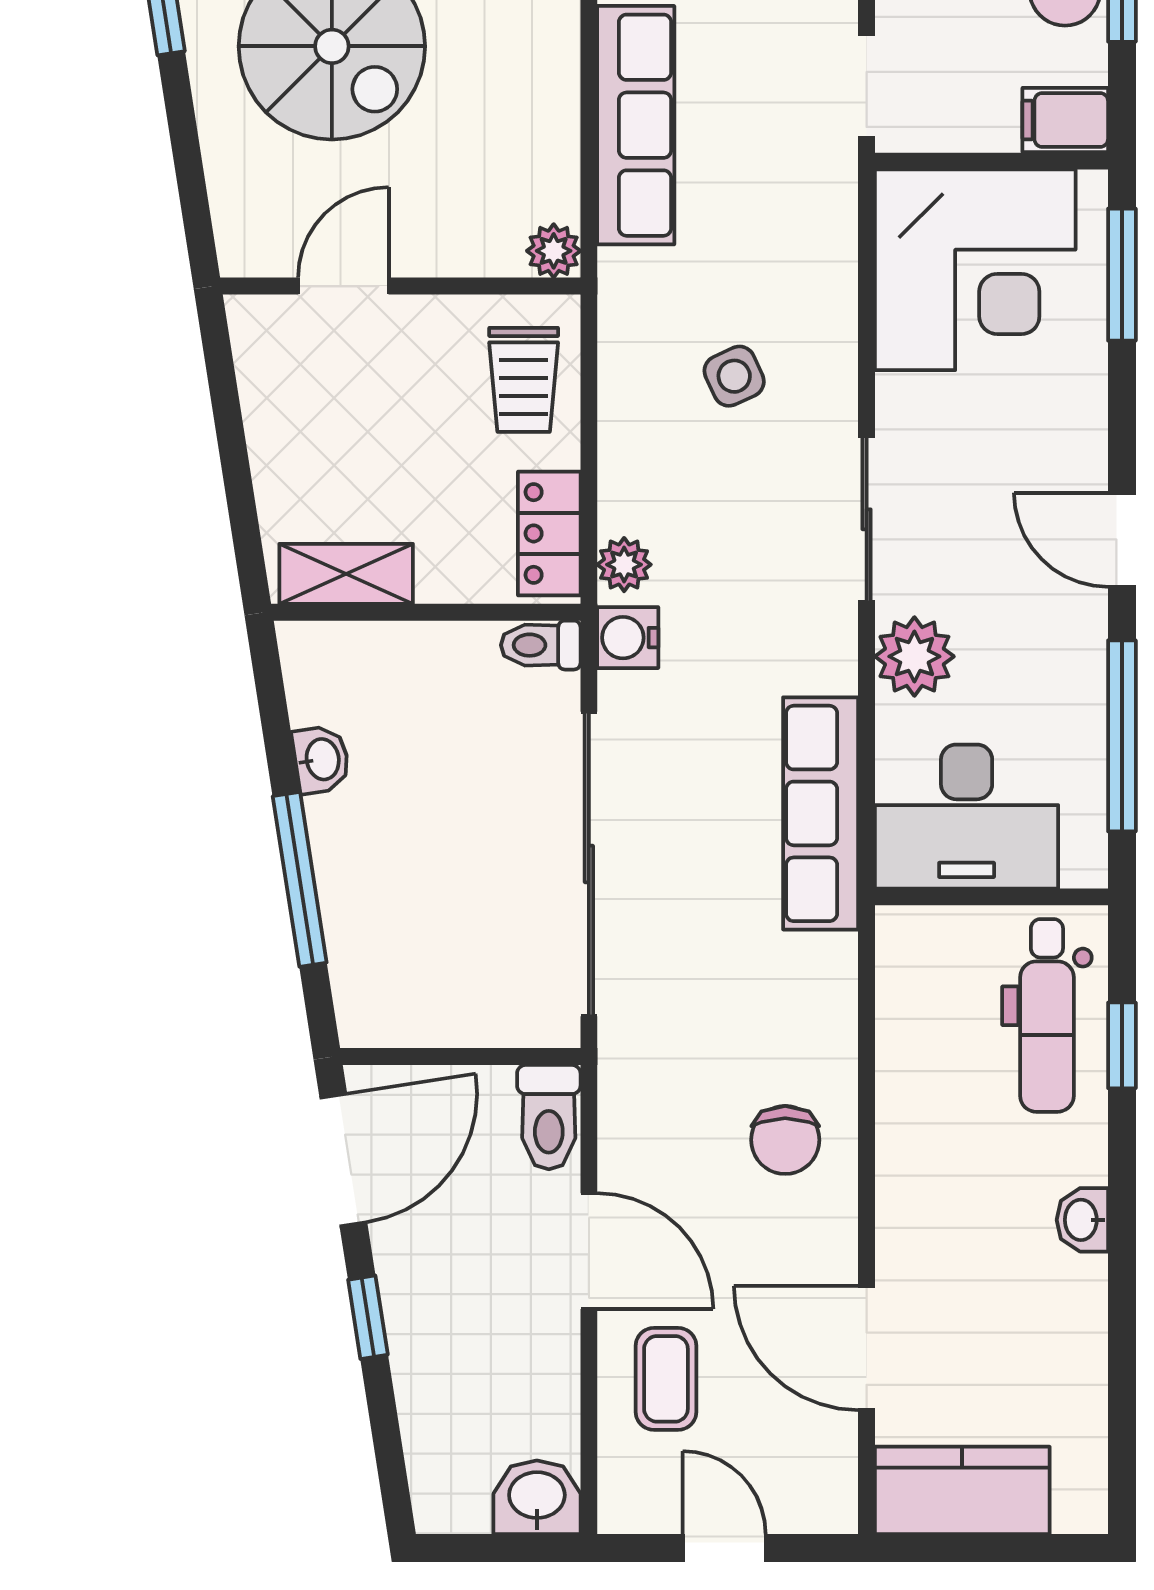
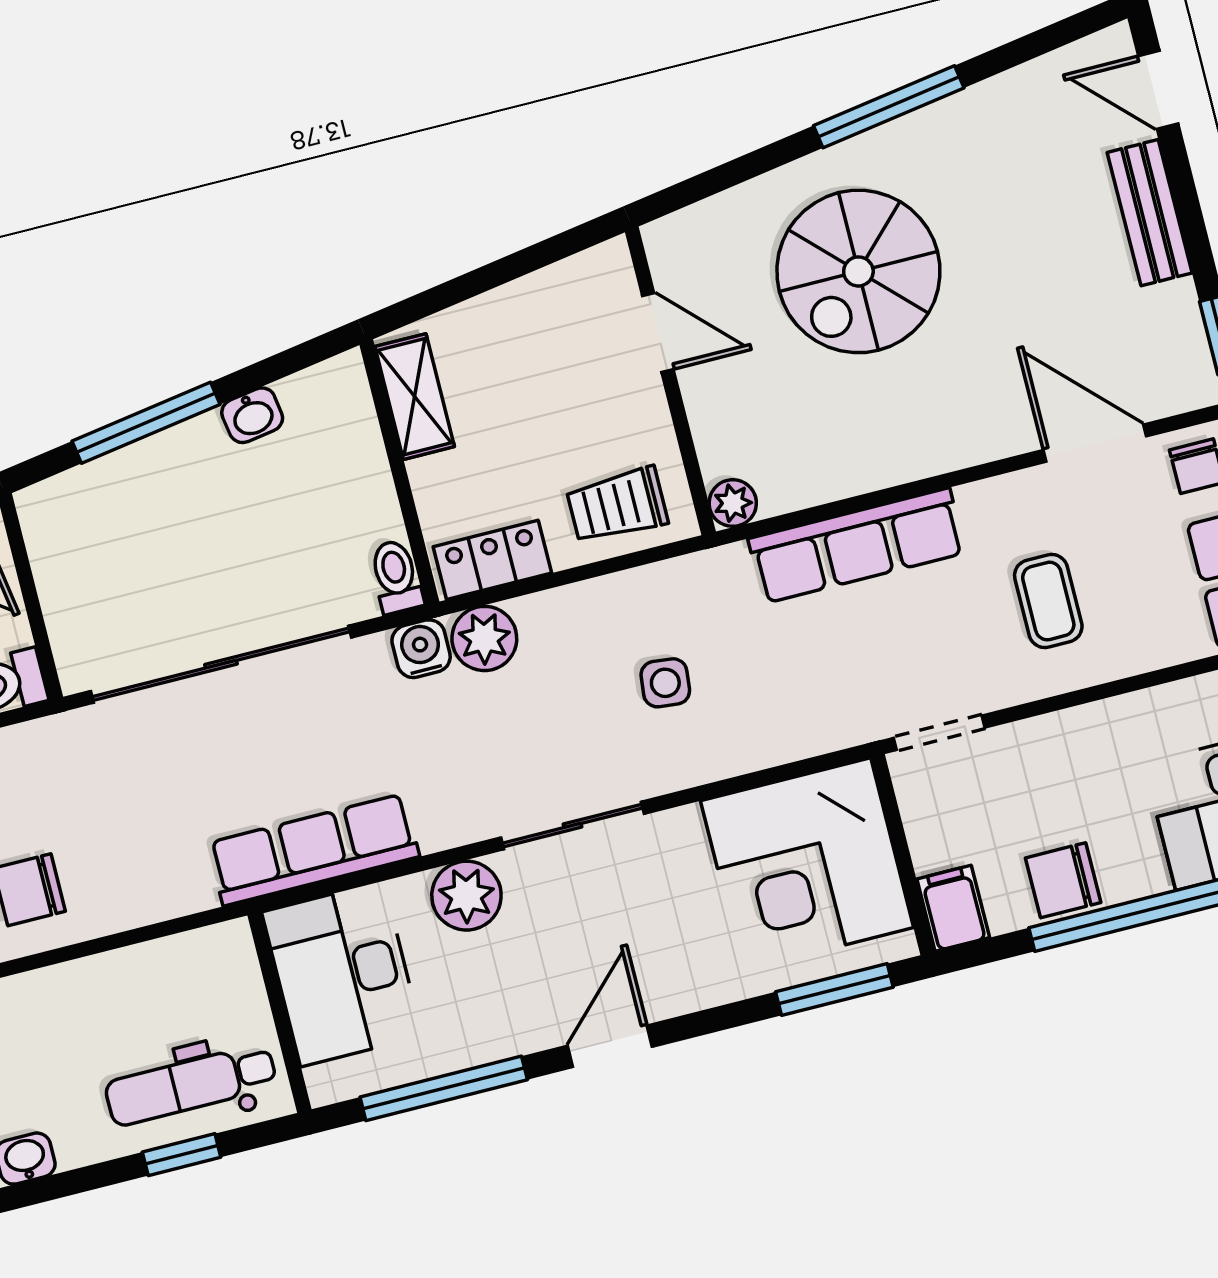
side table: (734, 376) -> (665, 683), turned 31
plant: (624, 565) -> (484, 638), width x1.38, depth x1.38

